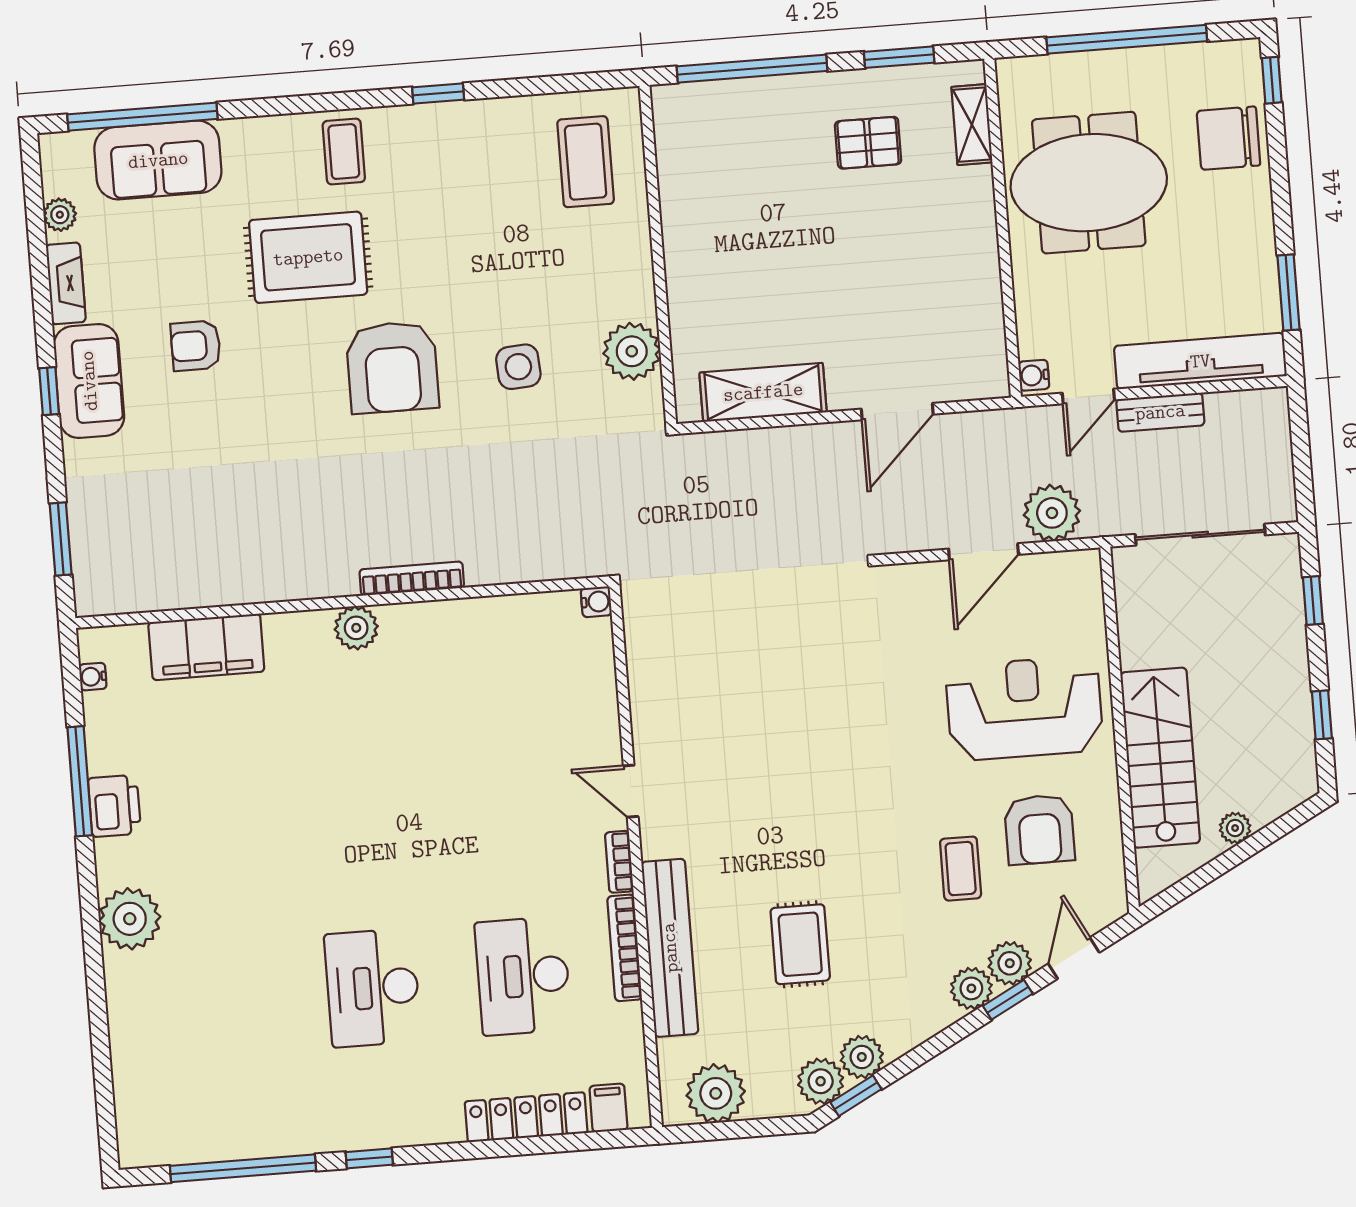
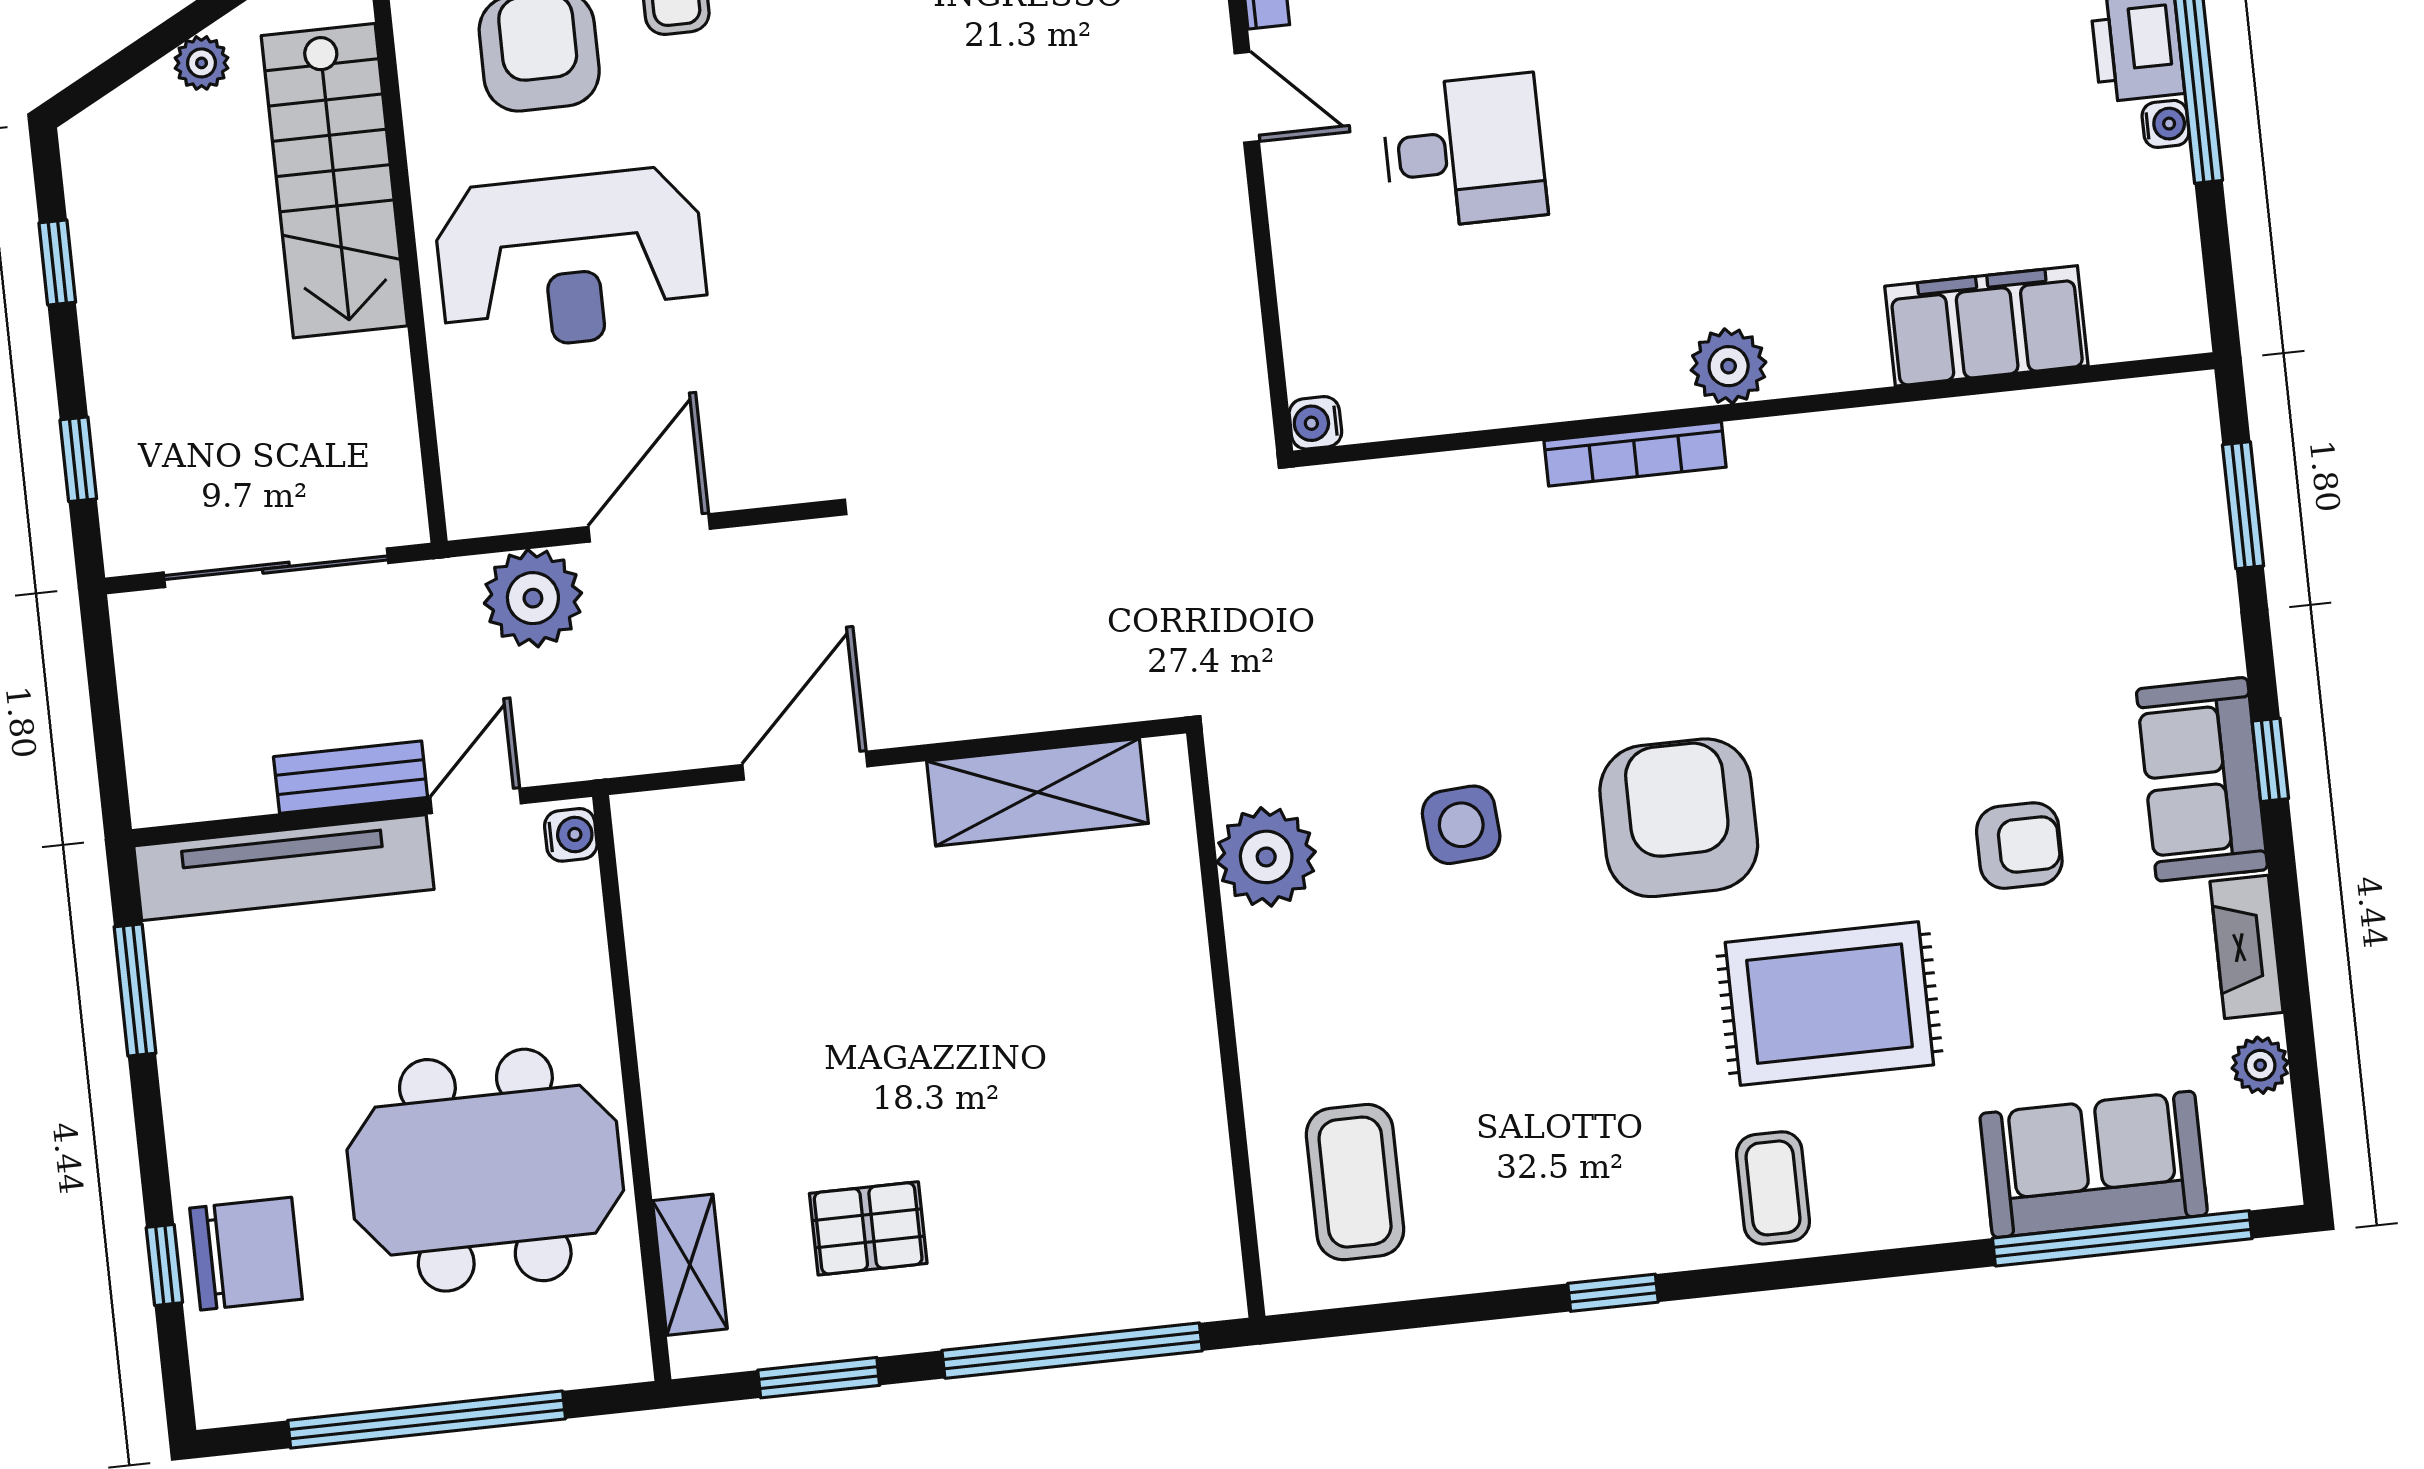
window: (1272, 80) -> (164, 1265), moved
water cooler: (93, 677) -> (2165, 124), moved
desk: (506, 756) -> (1464, 151), added

